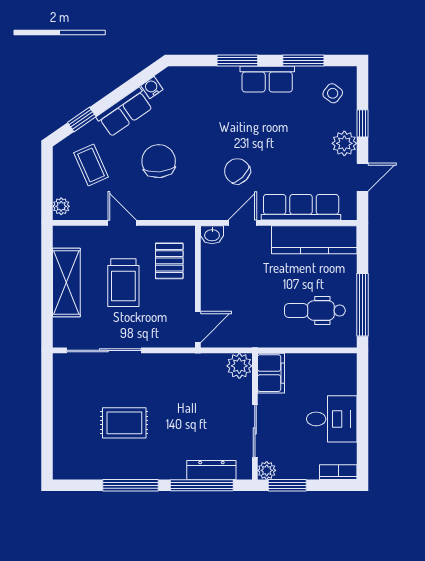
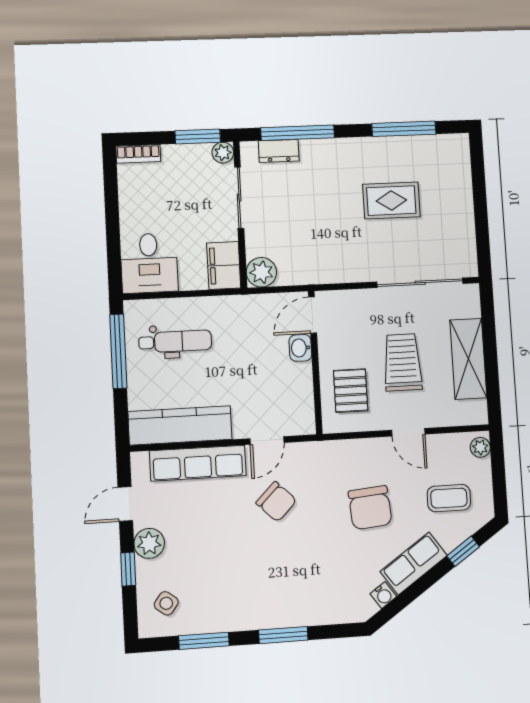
row of seats: (267, 79) -> (246, 615), removed
coffee table: (91, 165) -> (449, 498), turned -66
washbasin: (212, 235) -> (300, 348), moved, turned -90
desk: (332, 419) -> (149, 263), moved, turned -90
dresser: (211, 470) -> (279, 151), width x0.70
window: (130, 485) -> (404, 129), moved

